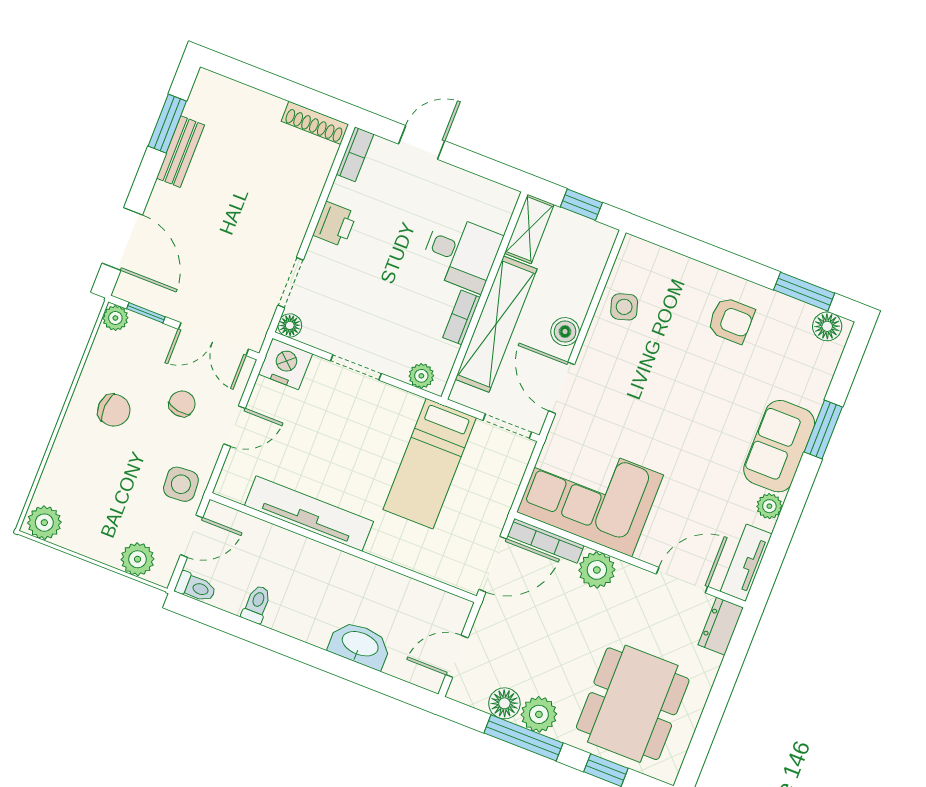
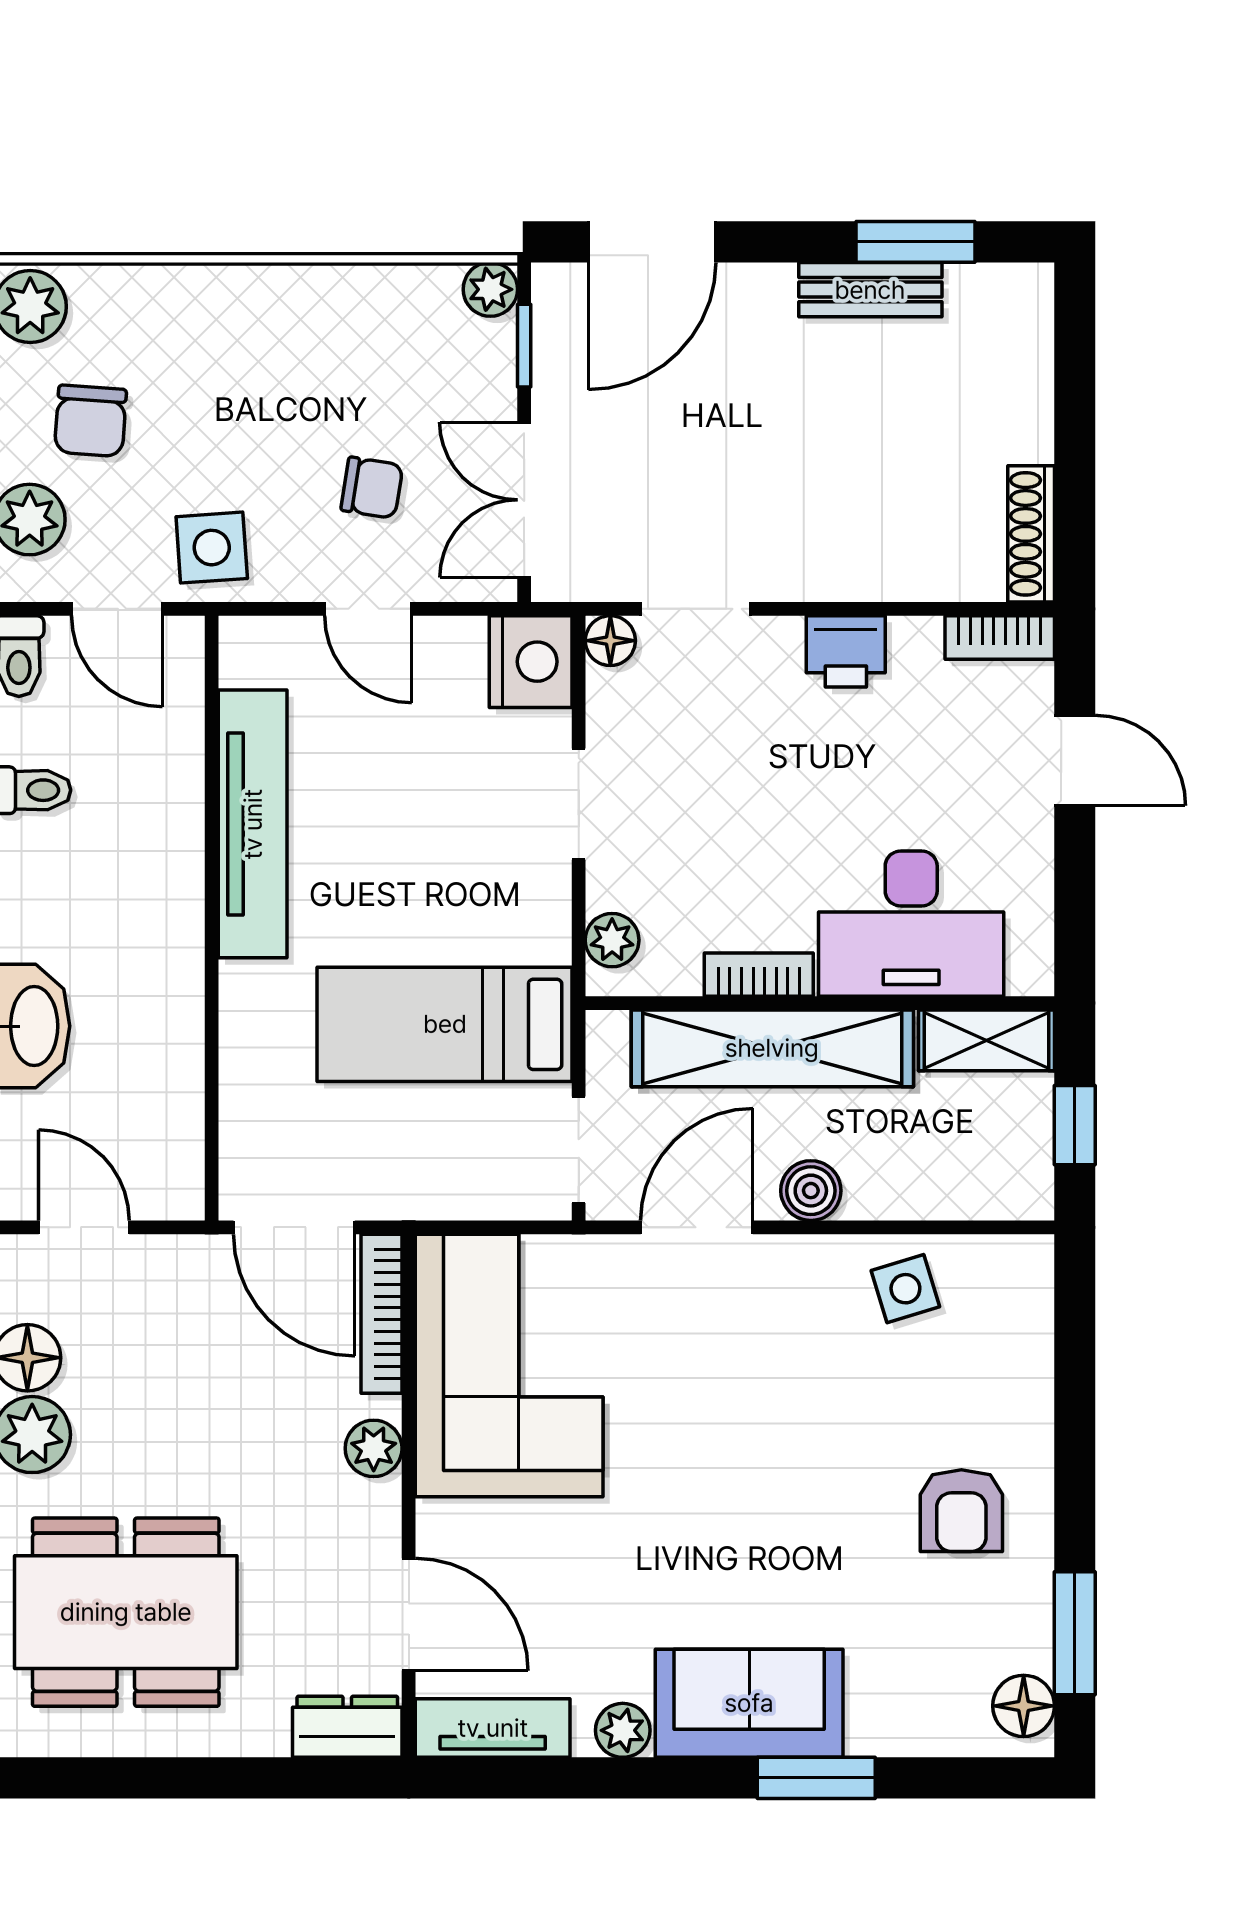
desk: (461, 253) -> (911, 924), width x1.37
chair: (114, 410) -> (90, 421), moved
plant: (597, 570) -> (374, 1448), width x0.73, depth x0.73

